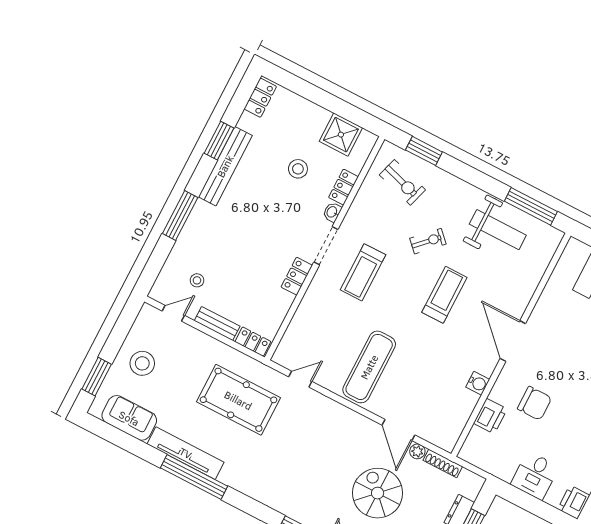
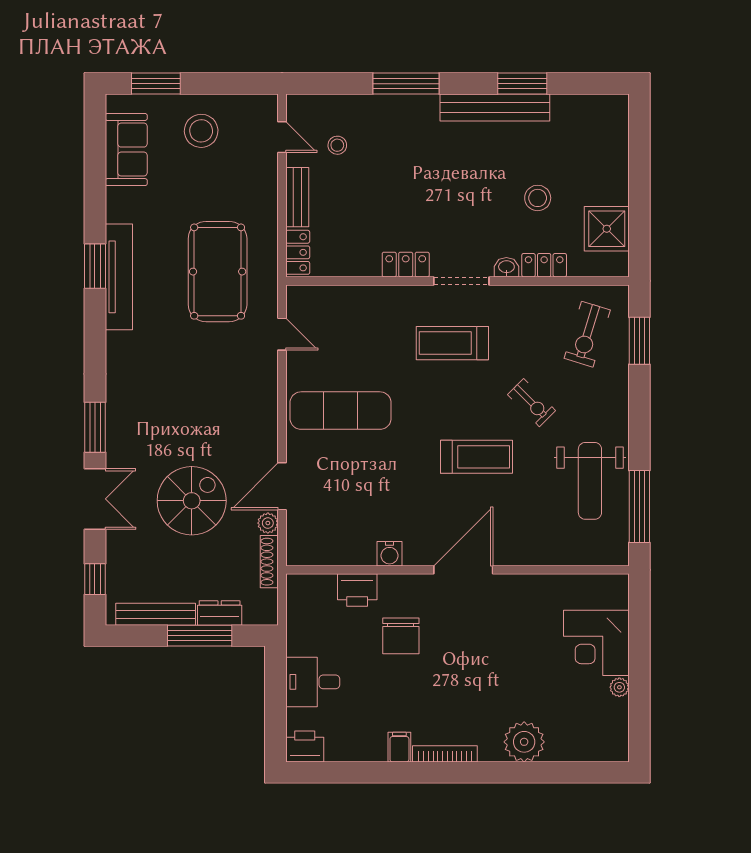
locker: (260, 98) -> (601, 107), removed
tv unit: (186, 453) -> (119, 277), moved
window: (194, 477) -> (95, 266), width x0.47

